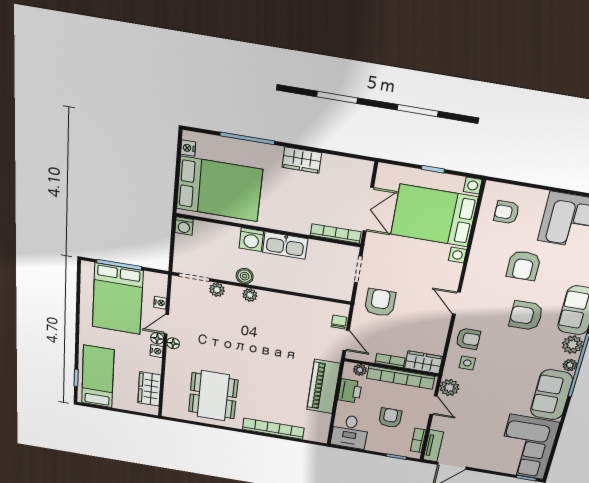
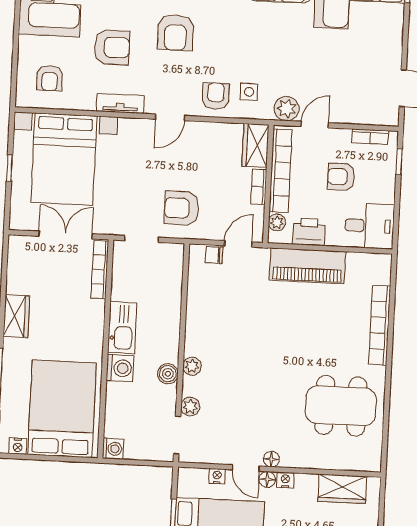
tv unit: (433, 446) -> (120, 103), moved

